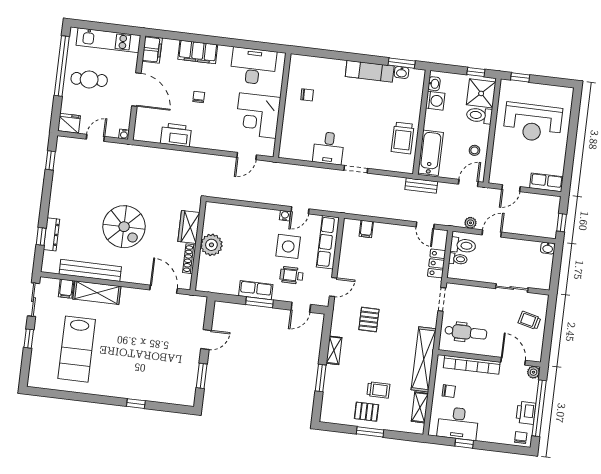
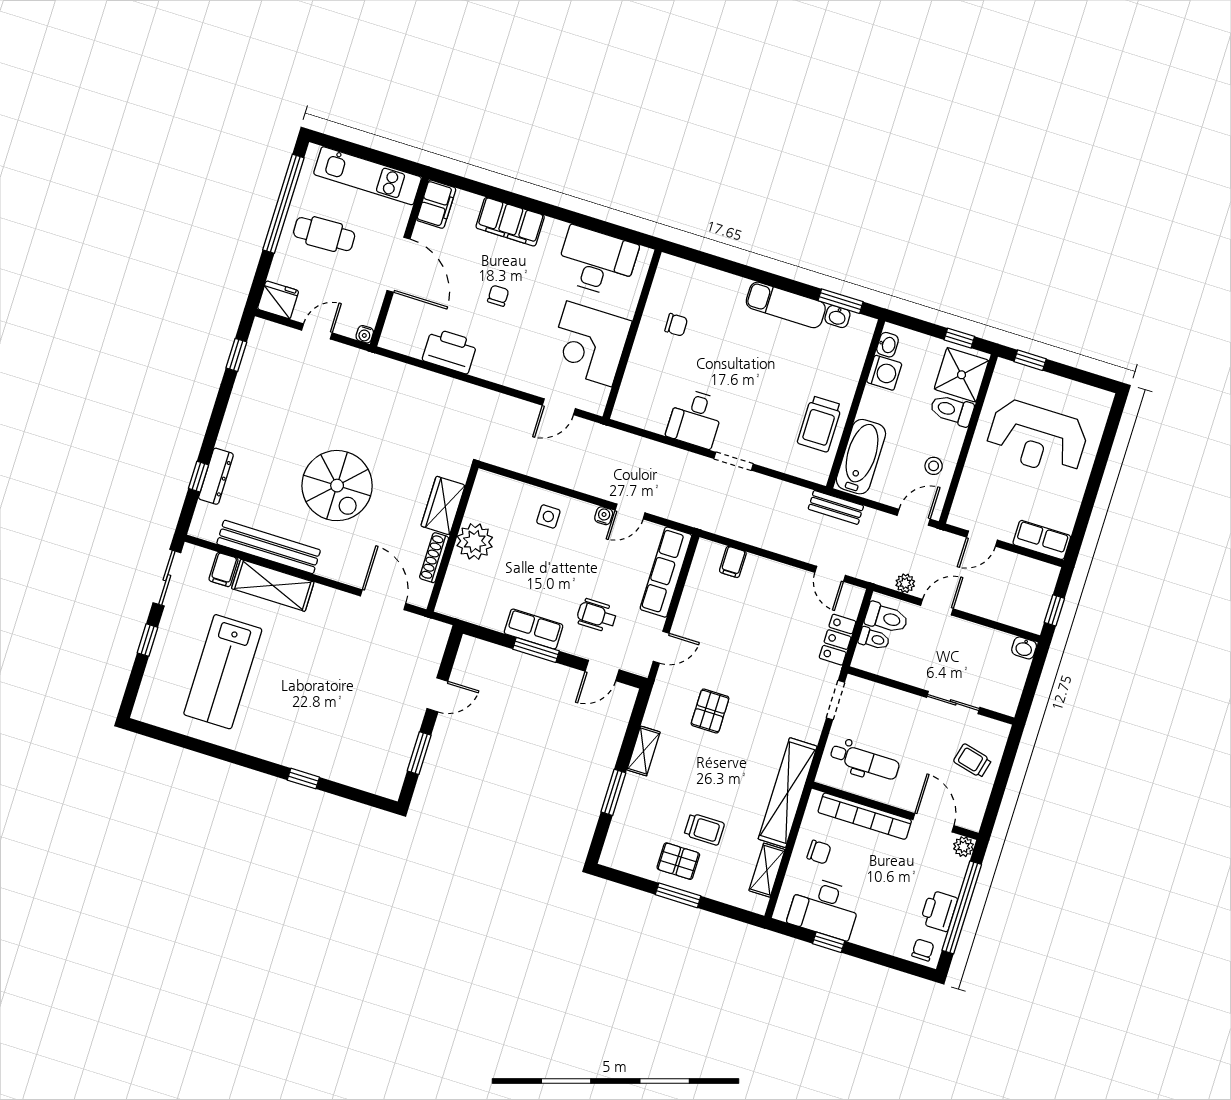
side table: (288, 246) -> (548, 516), moved, width x0.54, depth x0.54

